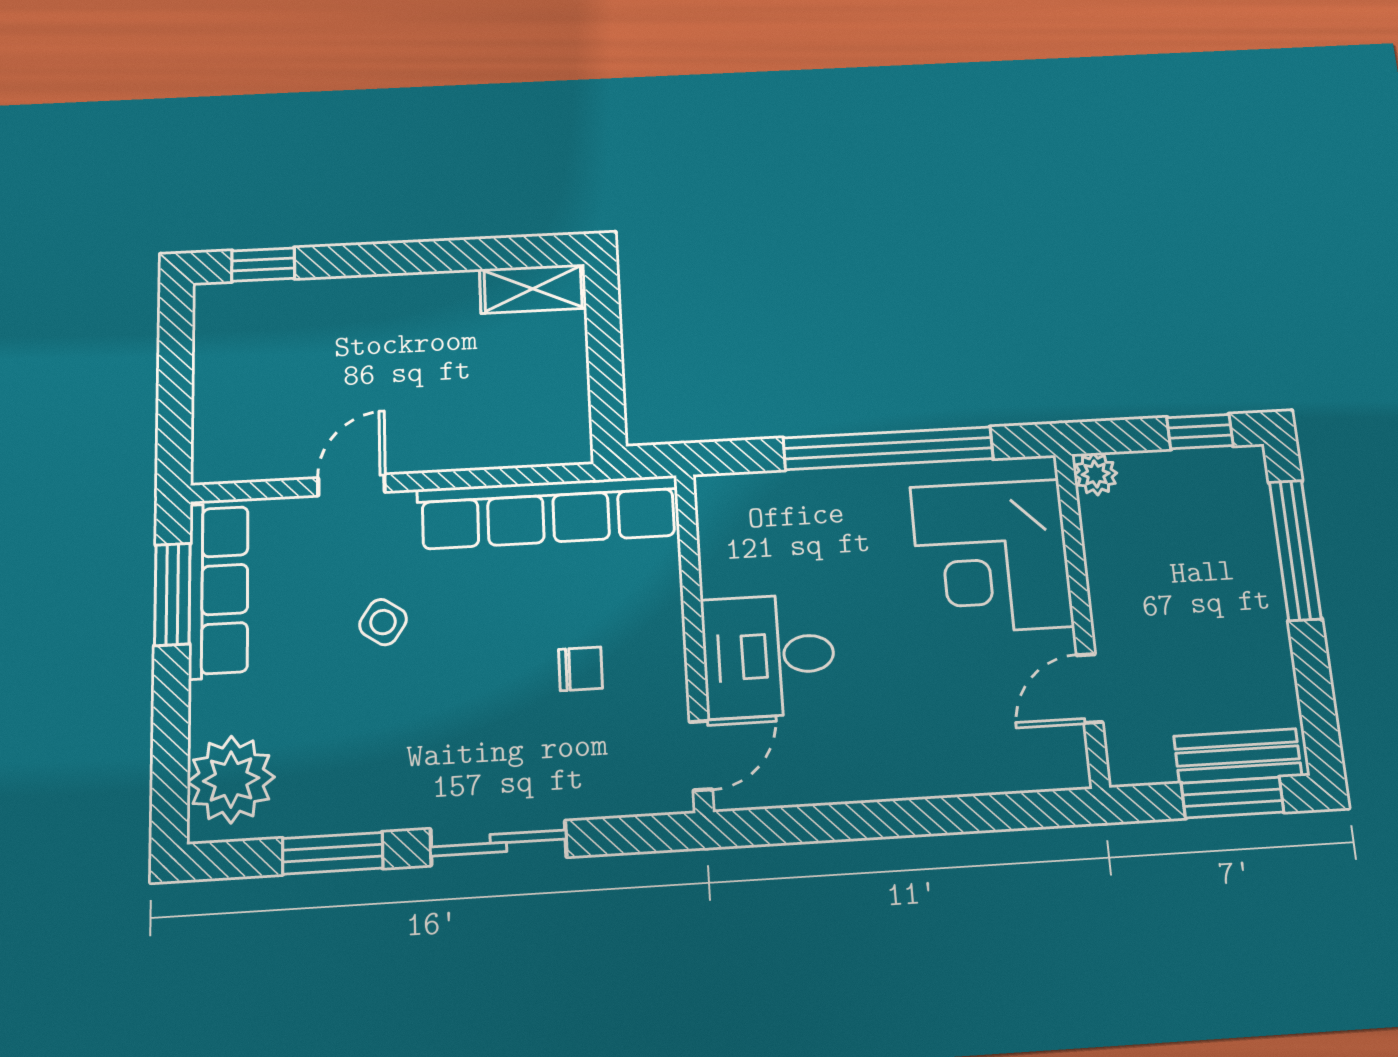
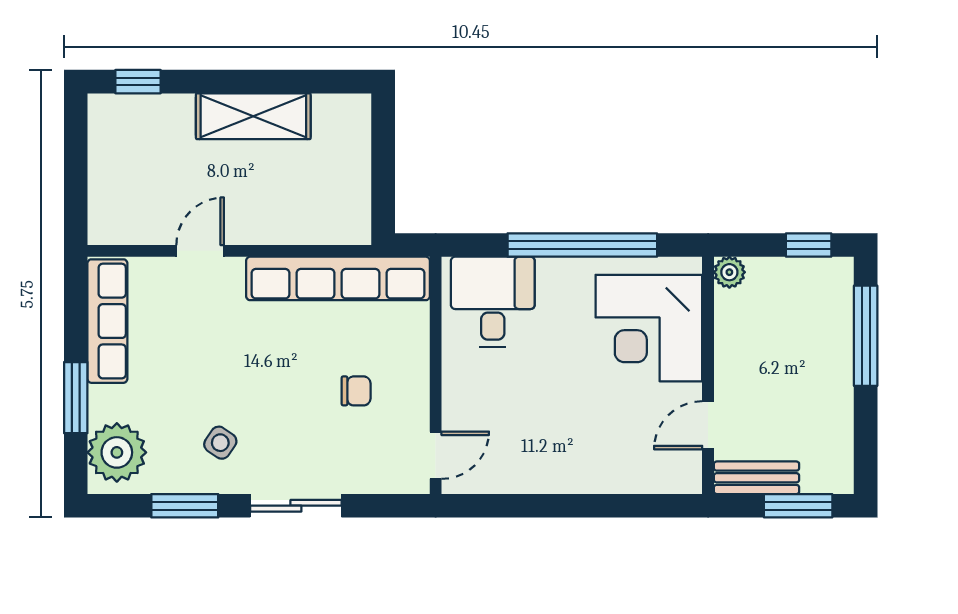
shelving: (533, 289) -> (253, 116), moved, width x1.50, depth x1.33
window: (172, 594) -> (76, 398), moved
side table: (383, 622) -> (220, 443), moved
desk: (769, 656) -> (493, 302), moved, turned 90
bench: (1238, 756) -> (757, 478), moved

